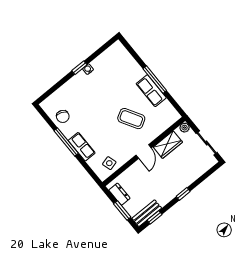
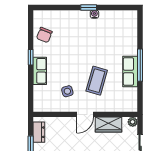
coffee table: (131, 119) -> (97, 81), turned 46
window: (66, 142) -> (31, 57), width x0.46
side table: (109, 163) -> (67, 91), moved

